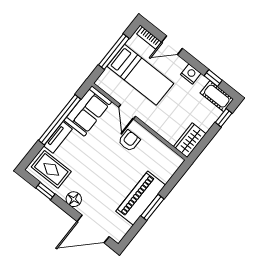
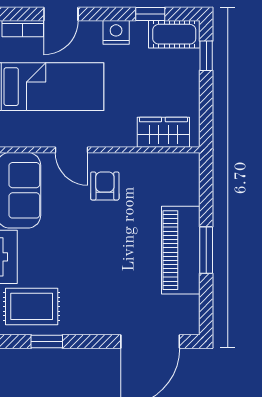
wardrobe: (190, 140) -> (163, 132), moved, turned 90
floor lamp: (74, 199) -> (93, 322), removed

